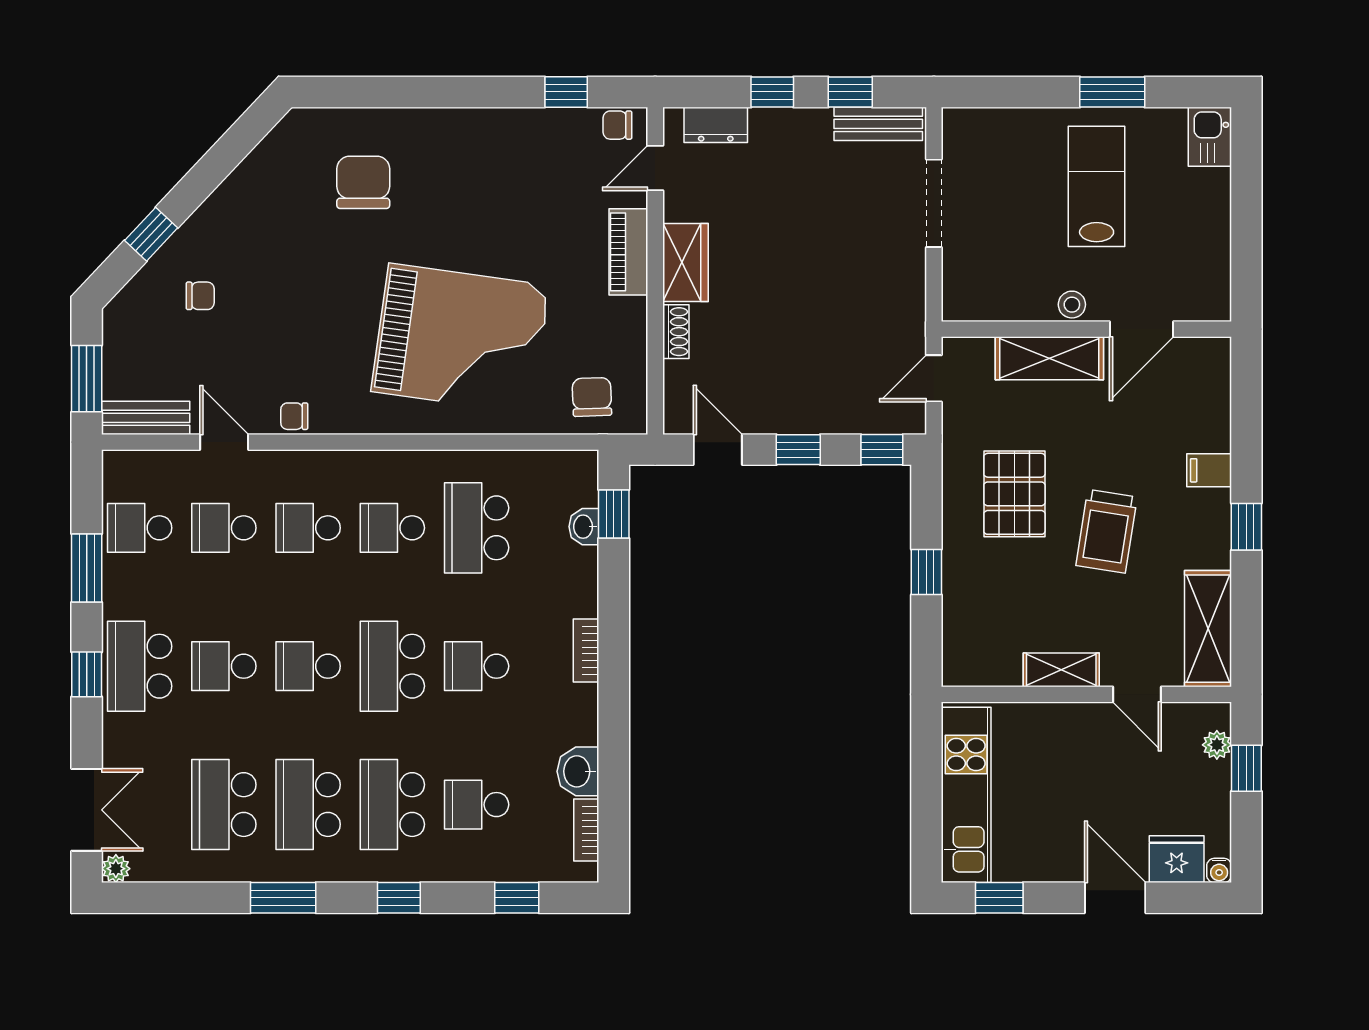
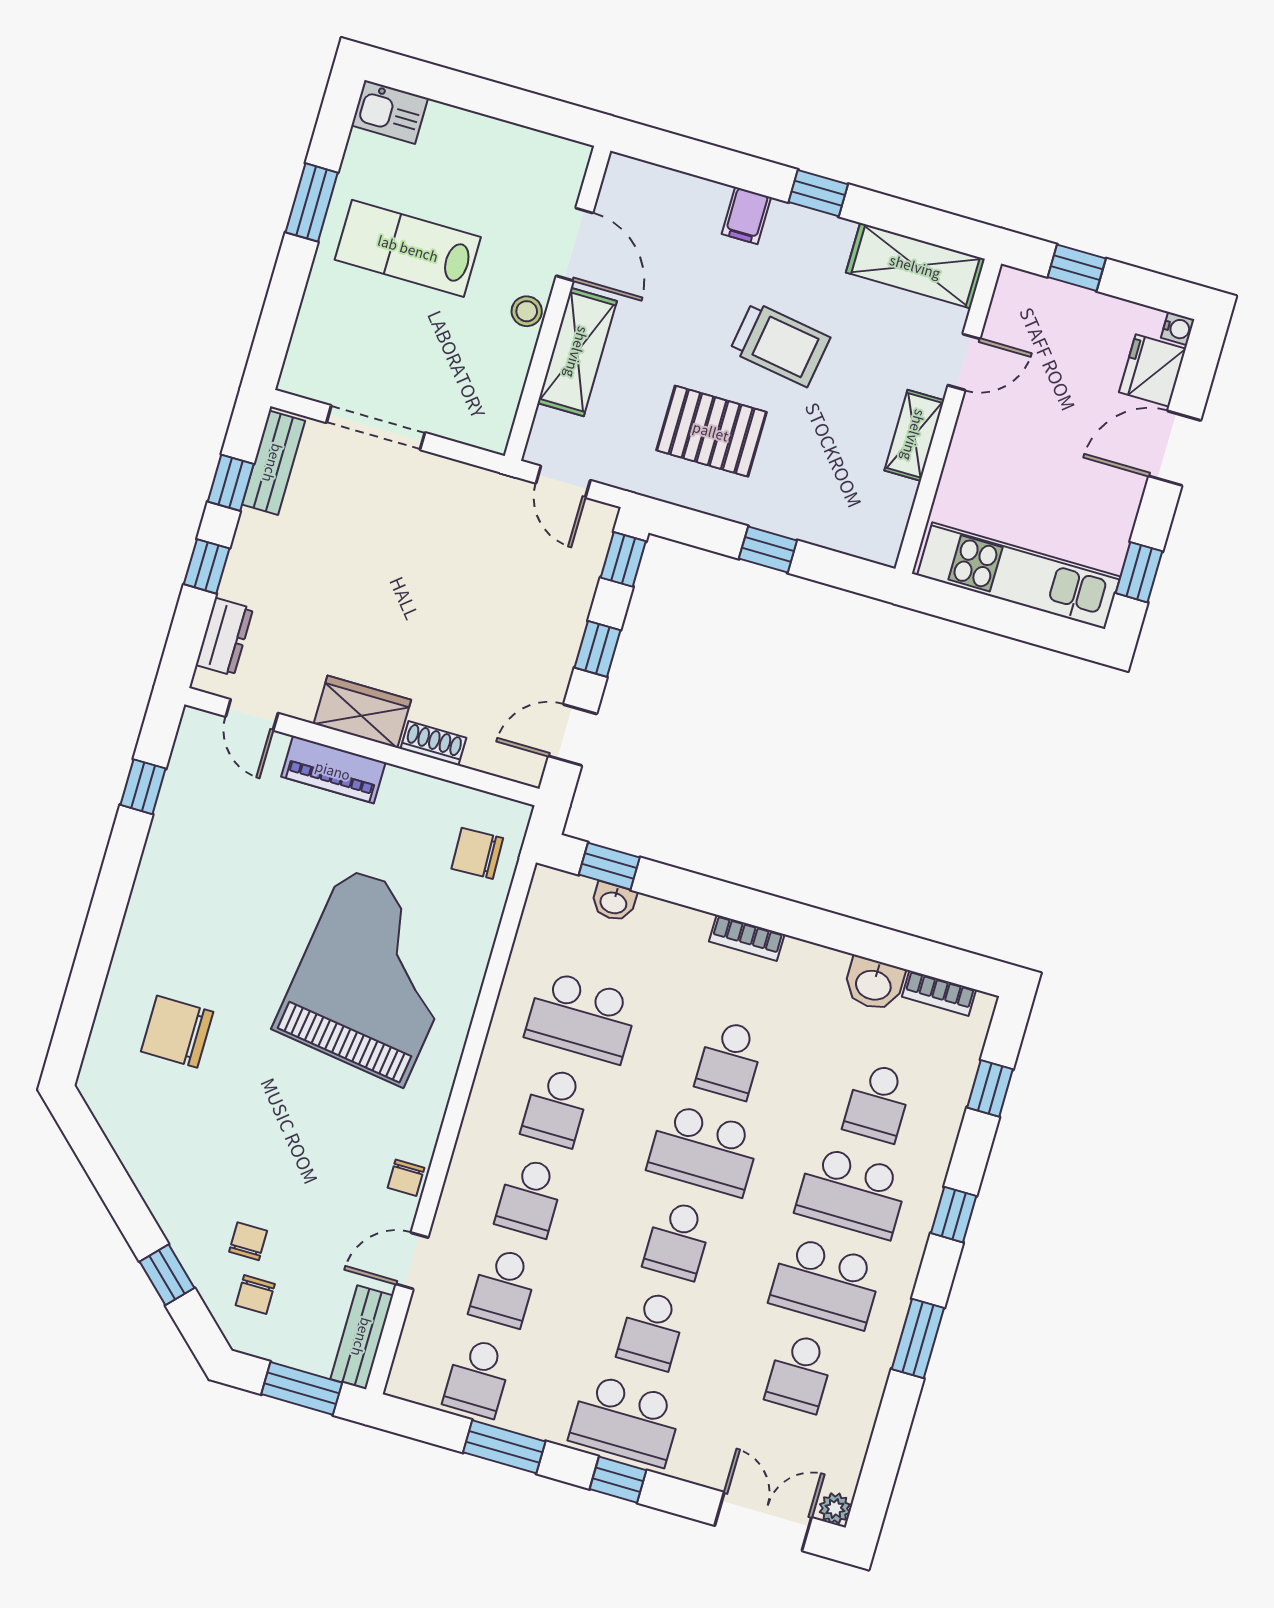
chair: (617, 125) -> (255, 1295), moved
plant: (1217, 745) -> (1043, 292), removed
school desk: (224, 805) -> (800, 1373), width x0.54

